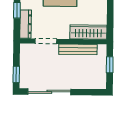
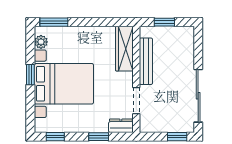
dresser: (26, 24) -> (121, 126), width x0.70

